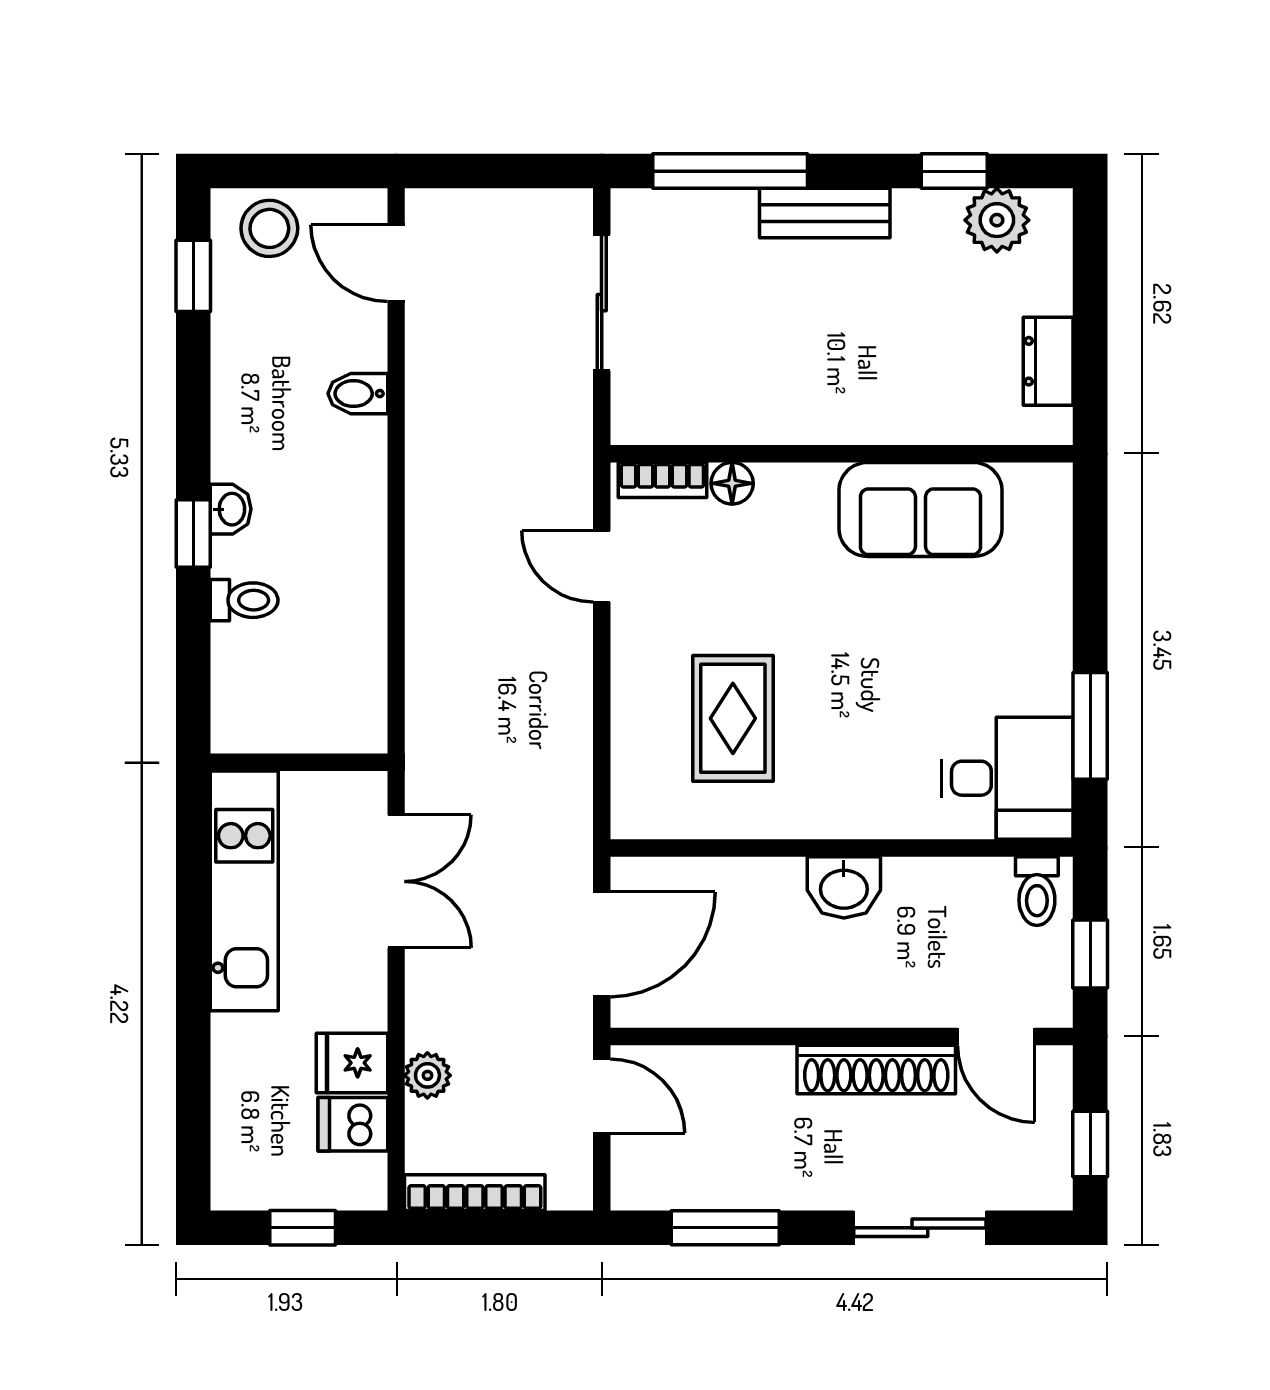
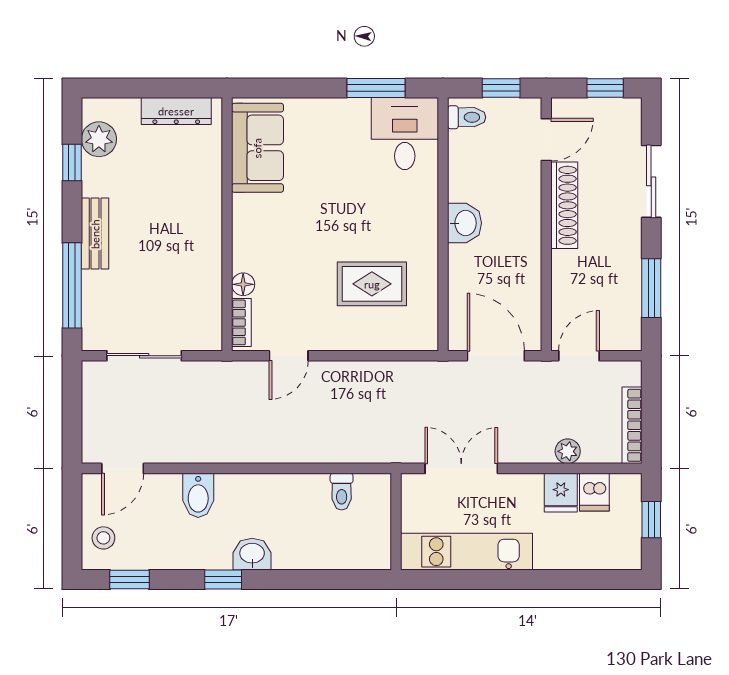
stool: (269, 228) -> (103, 538), width x0.73, depth x0.73
dresser: (1048, 361) -> (176, 111), width x1.44
bidet: (358, 394) -> (198, 495), width x1.38, depth x1.36
washbasin: (231, 509) -> (252, 554), width x1.38, depth x1.45
sofa: (921, 509) -> (257, 148), moved
window: (193, 533) -> (223, 580), moved
toilet: (244, 600) -> (342, 492), moved, turned 180

